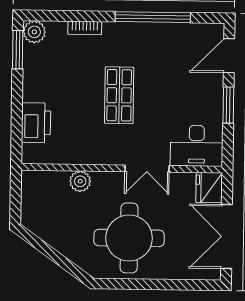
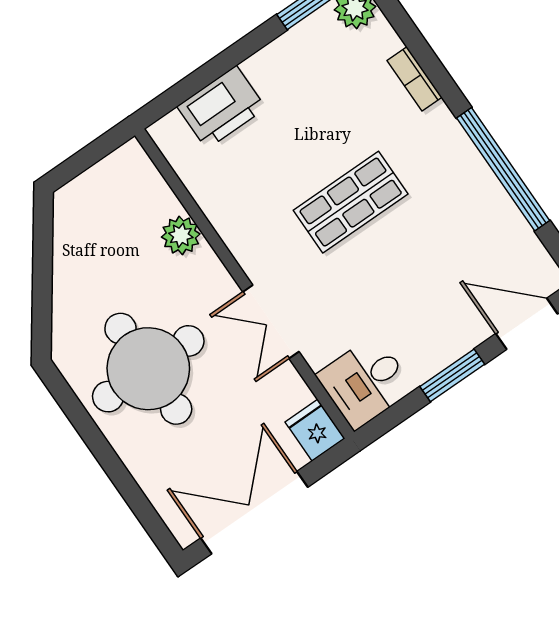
desk: (197, 146) -> (365, 382), width x0.73
fridge: (209, 188) -> (315, 430), width x0.72

